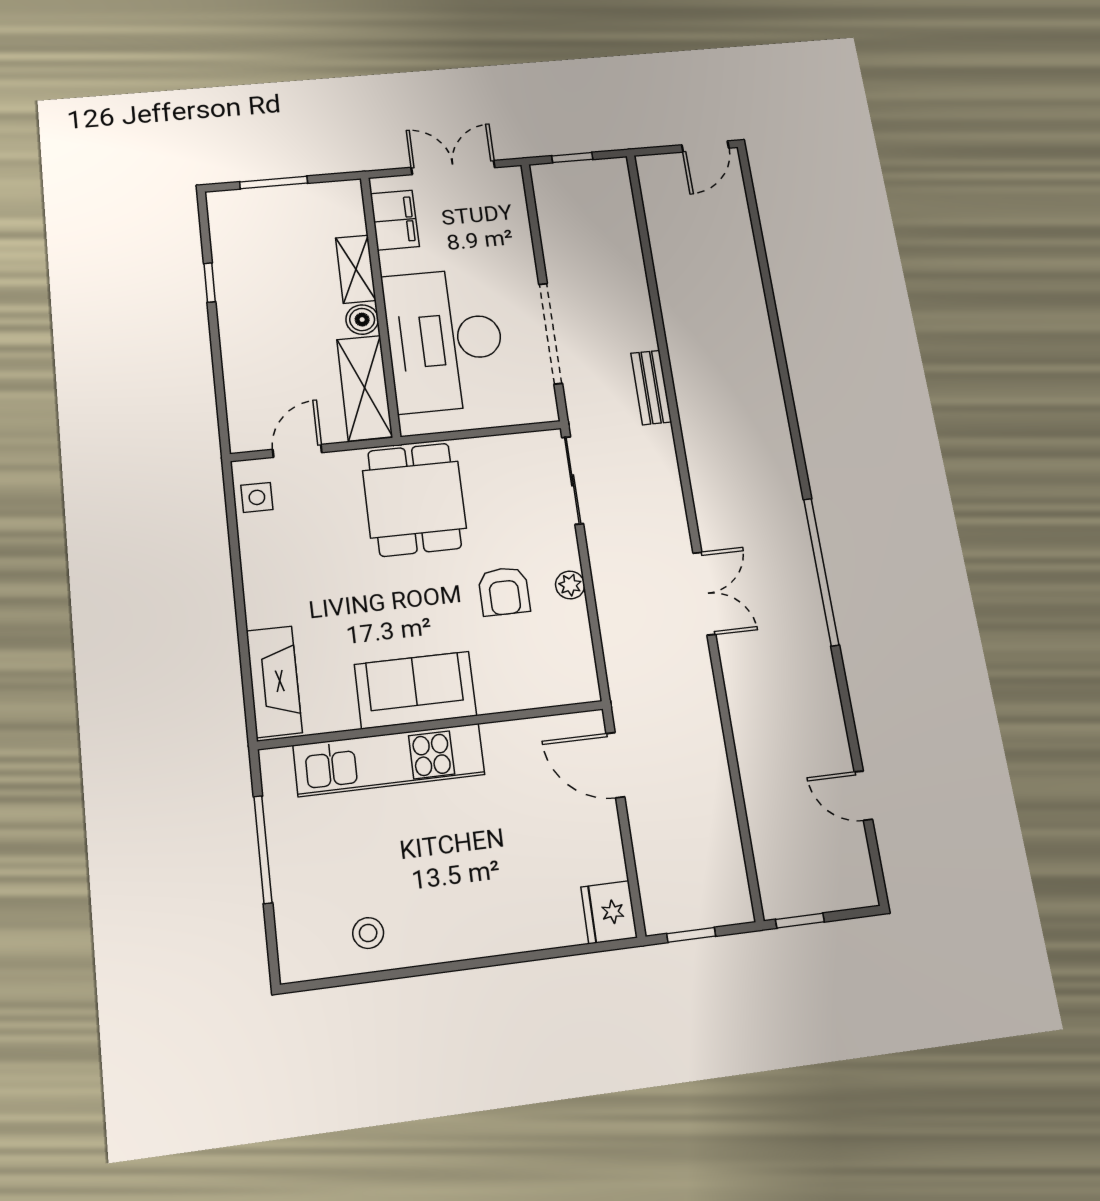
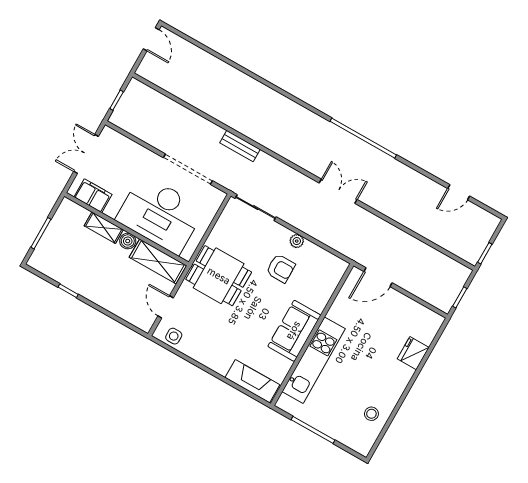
fridge: (609, 912) -> (413, 353), moved, turned 90

